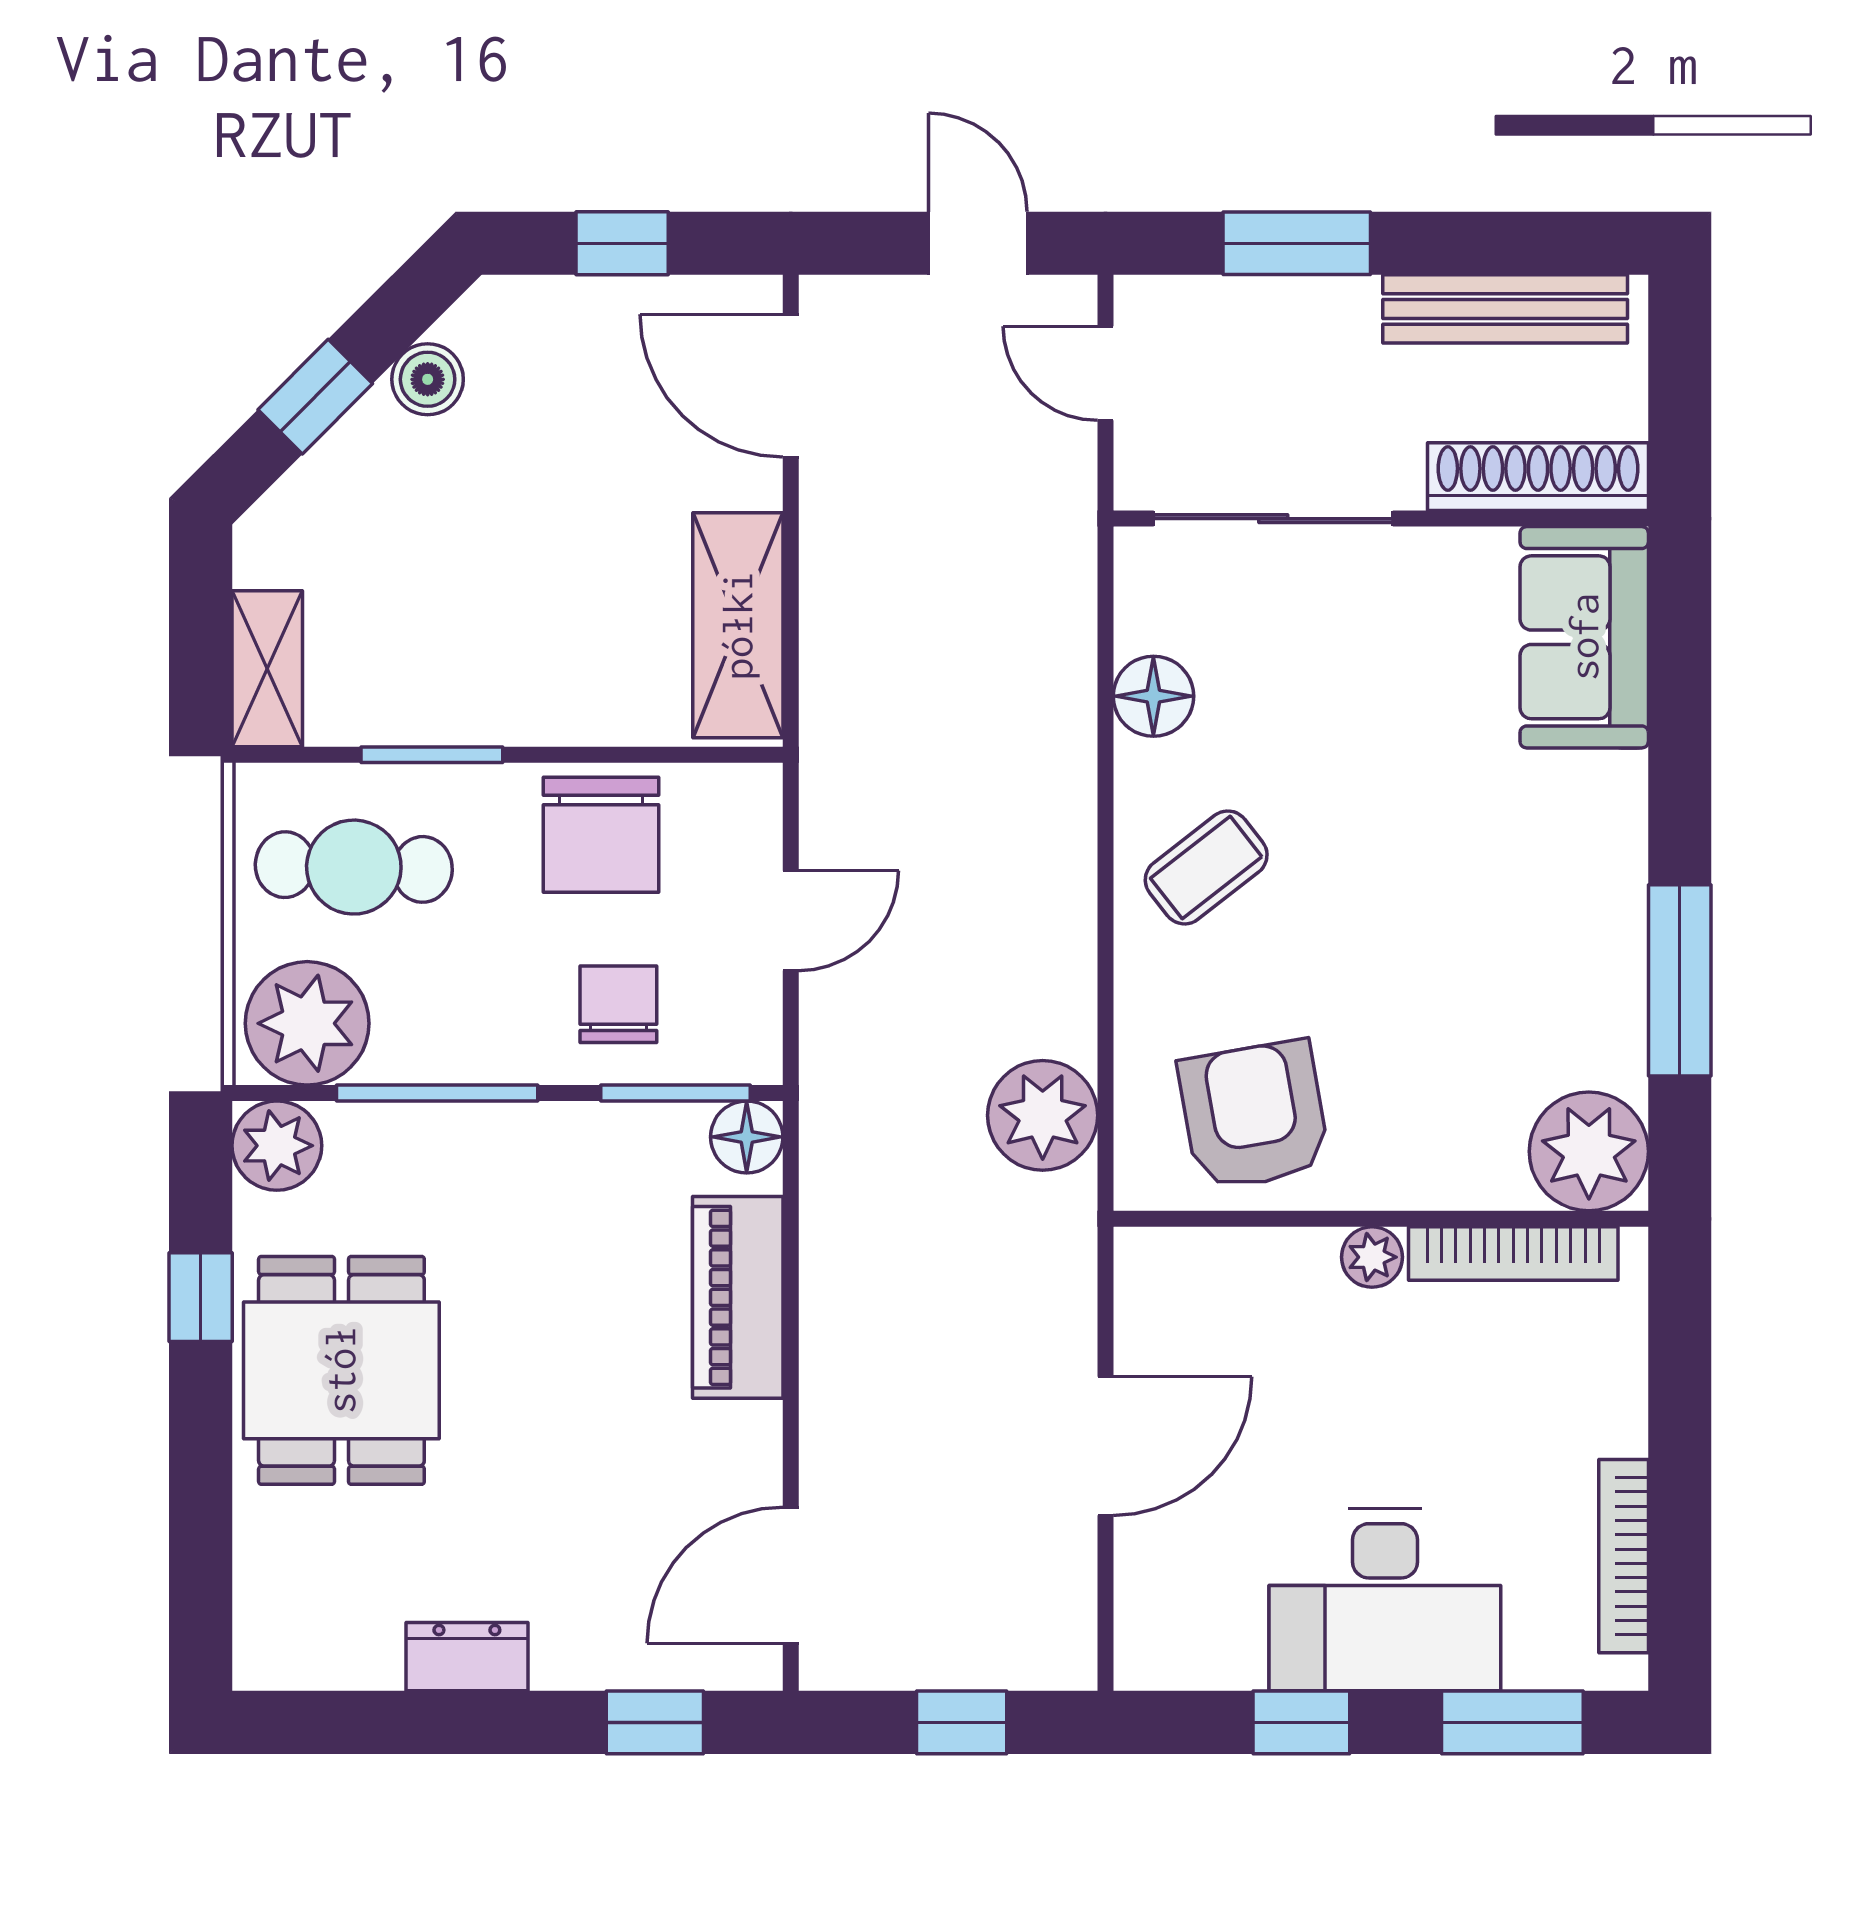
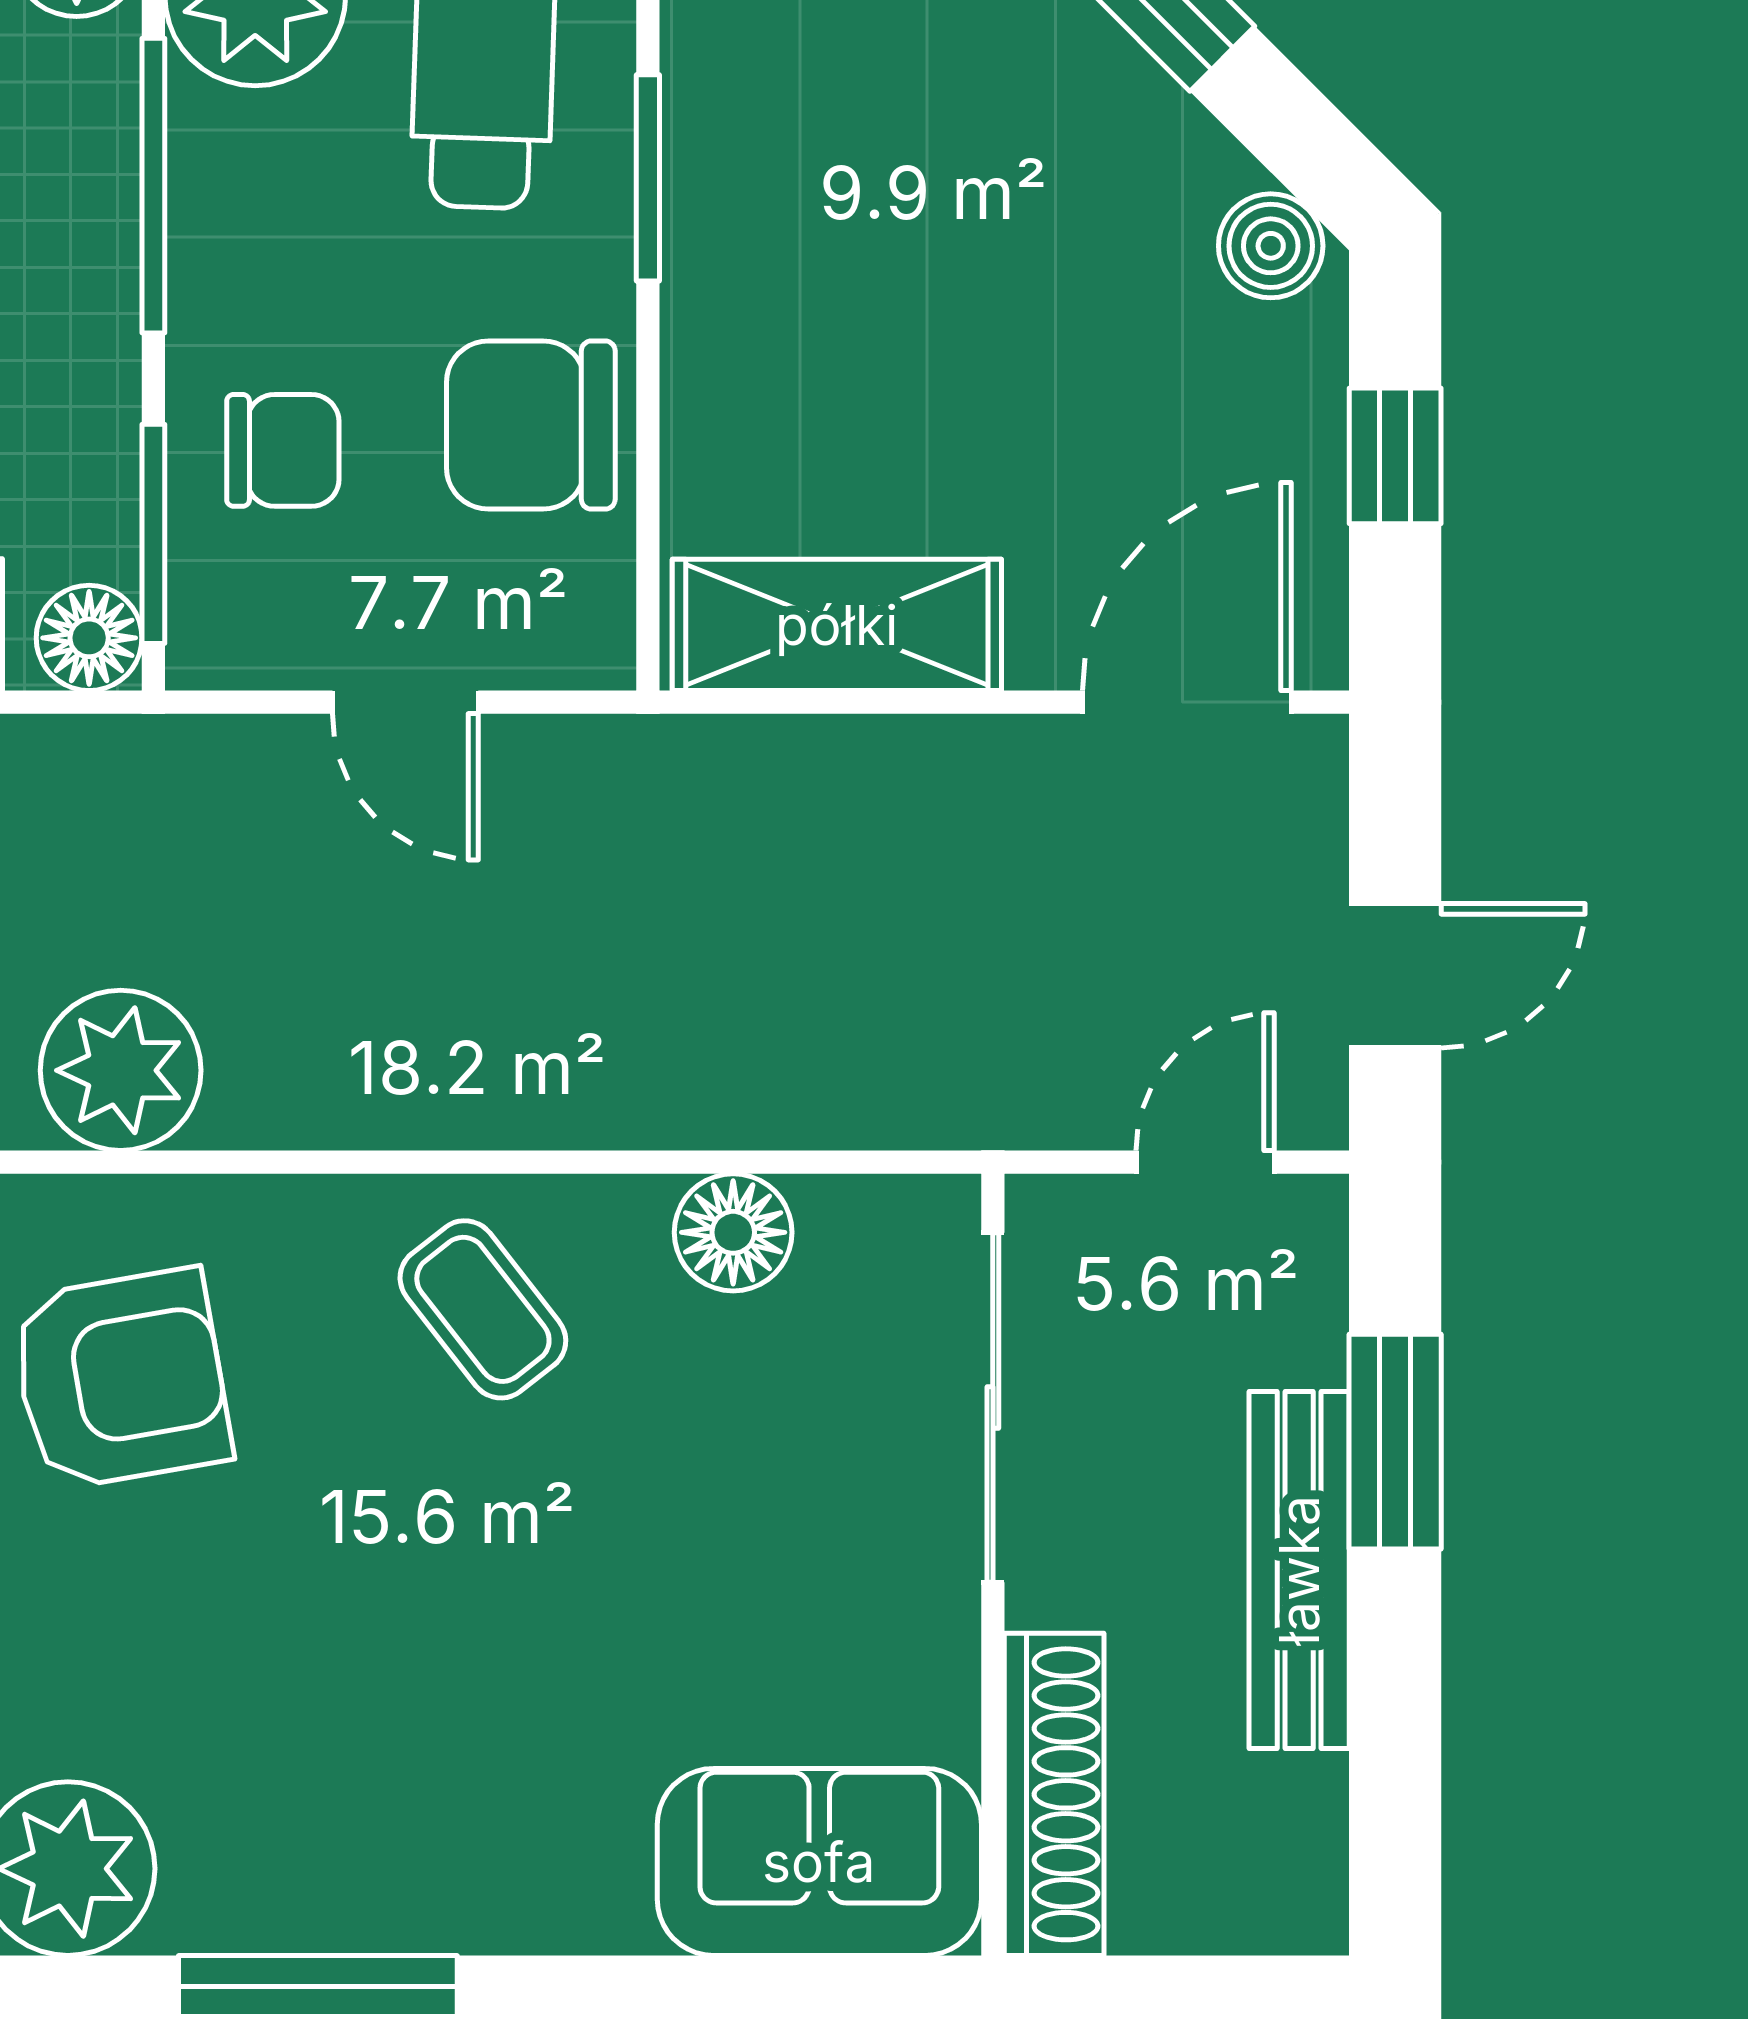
bench: (1505, 309) -> (1299, 1570), moved
boiler: (428, 379) -> (1271, 246), moved

